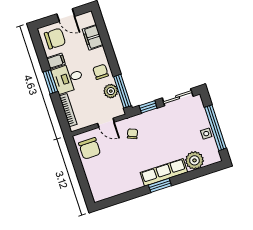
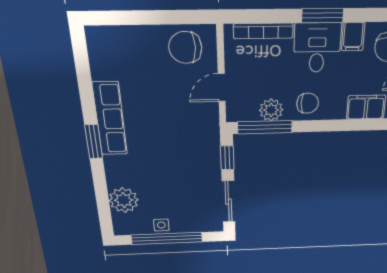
chair: (133, 134) -> (191, 124), removed
row of seats: (164, 172) -> (110, 119), moved

